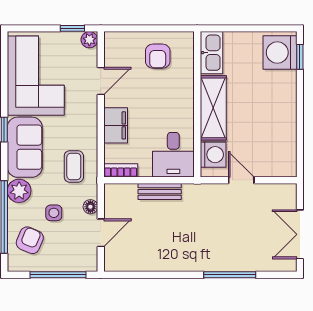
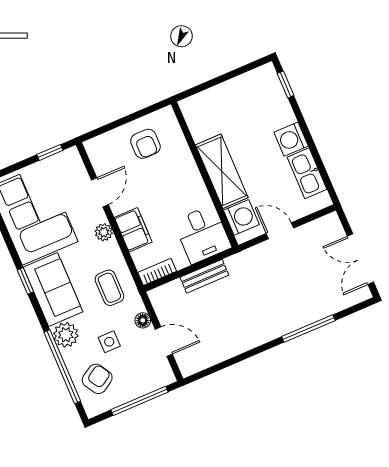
plant: (89, 40) -> (104, 232), moved
washing machine: (280, 52) -> (291, 139), moved, width x0.73, depth x0.73
kitchen sink: (211, 53) -> (307, 173), moved, turned 180
door: (101, 233) -> (164, 342), hinge flipped
armchair: (30, 240) -> (97, 379), turned 35

